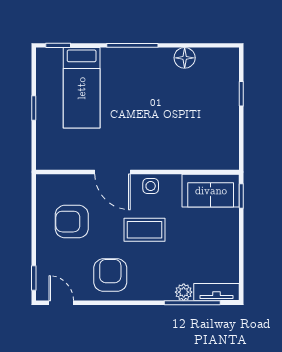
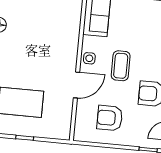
armchair: (72, 222) -> (110, 118), turned 90

